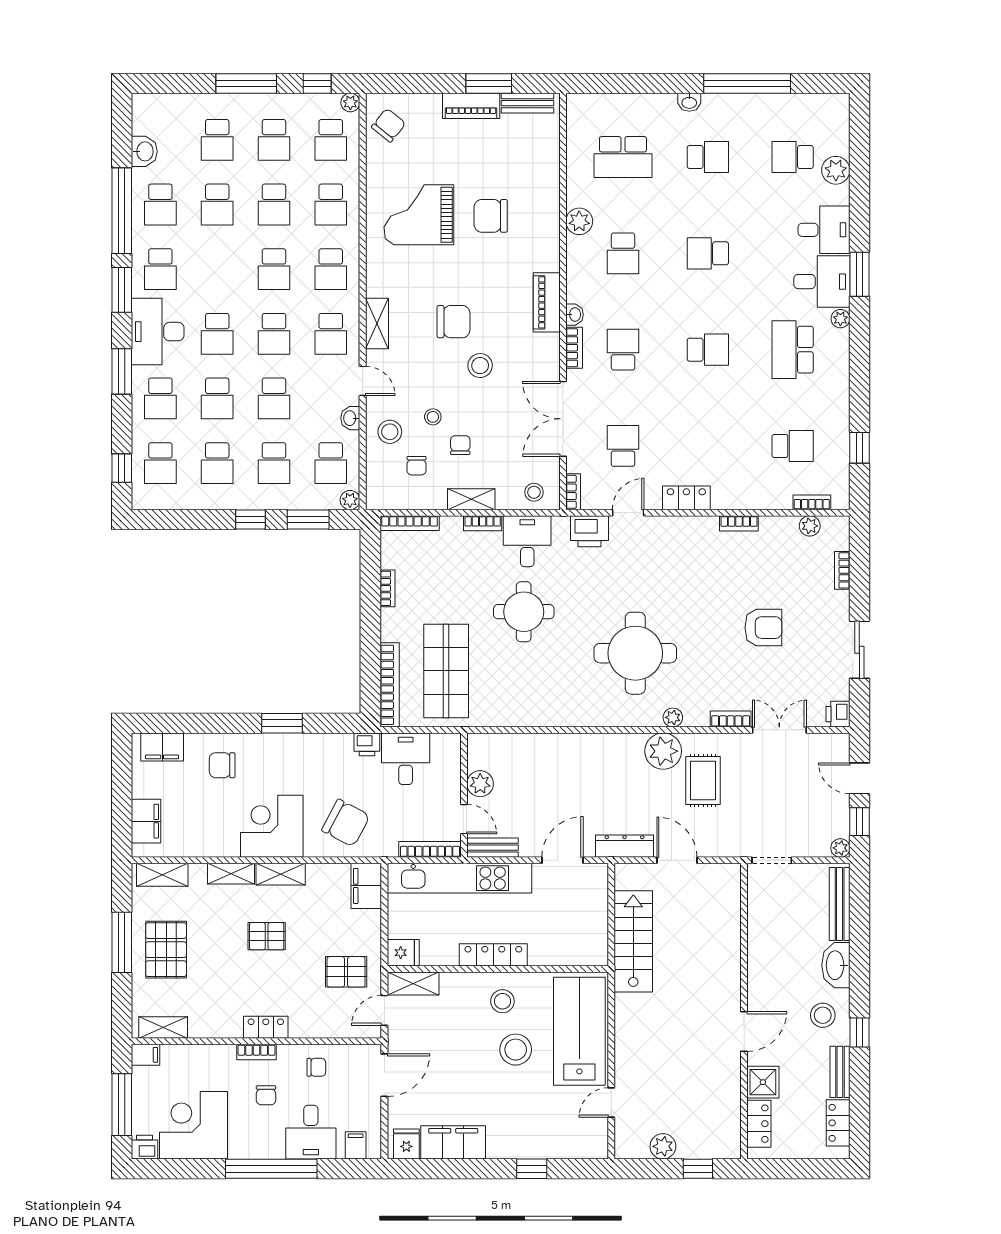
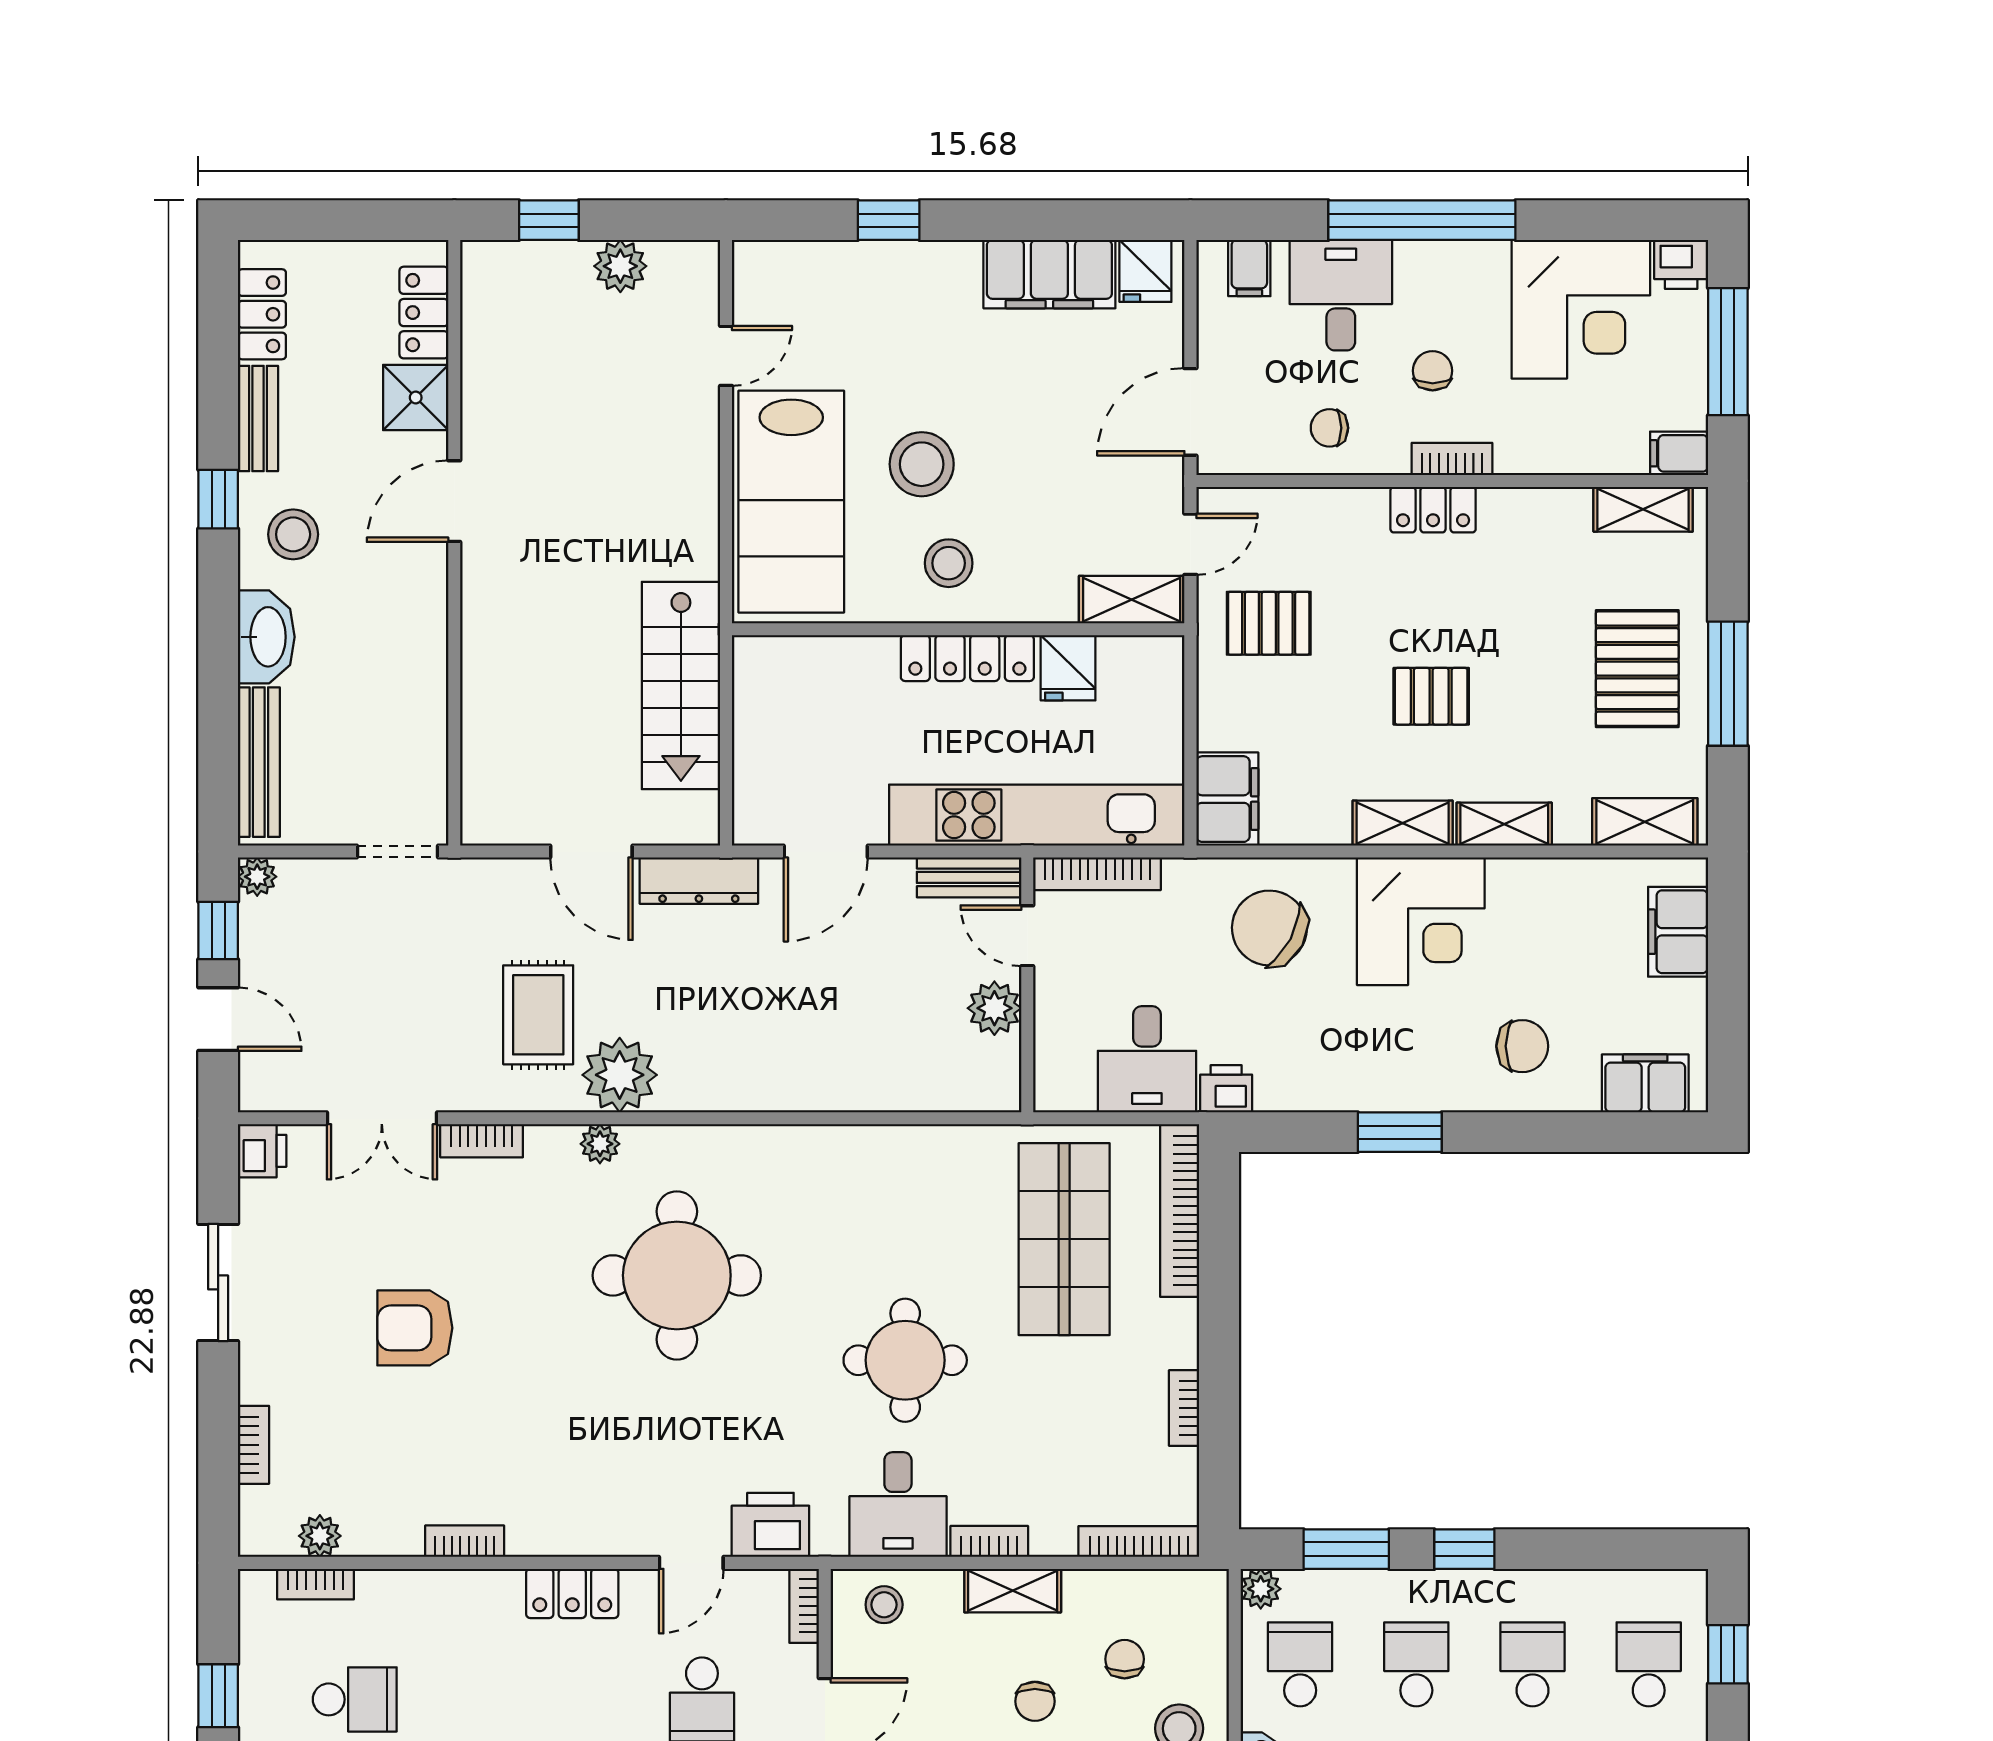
school desk: (793, 446) -> (355, 1699), turned 180
fridge: (403, 953) -> (1068, 668), moved, turned -90

